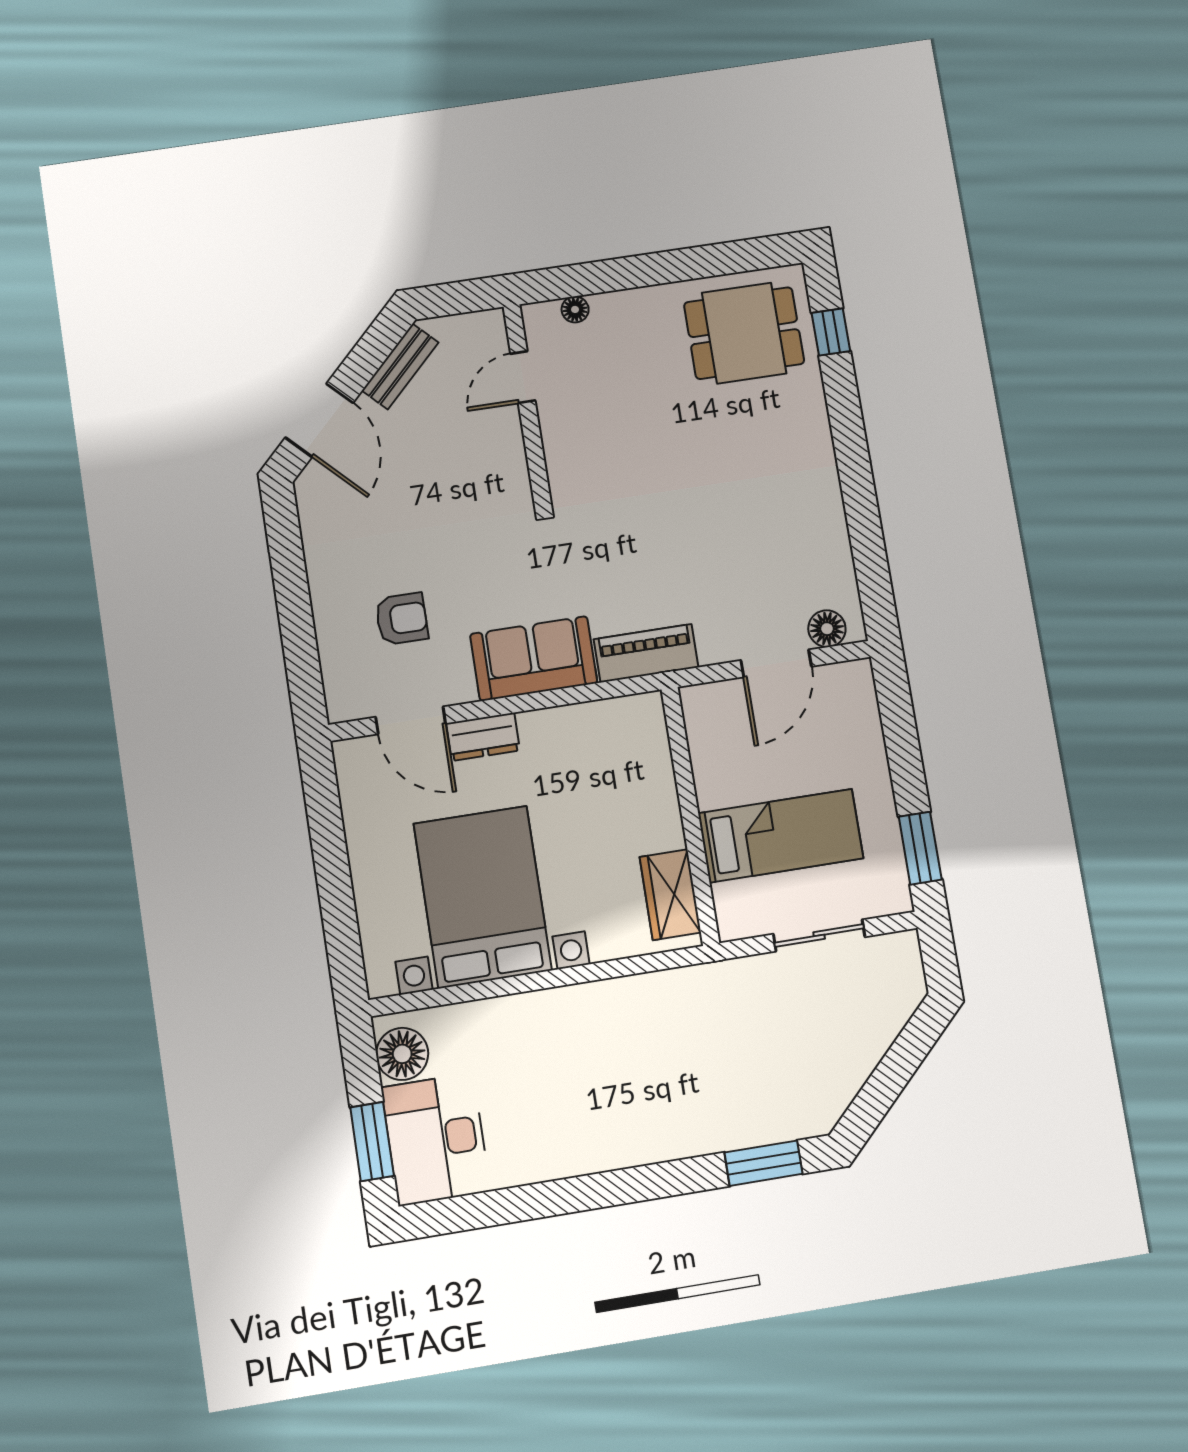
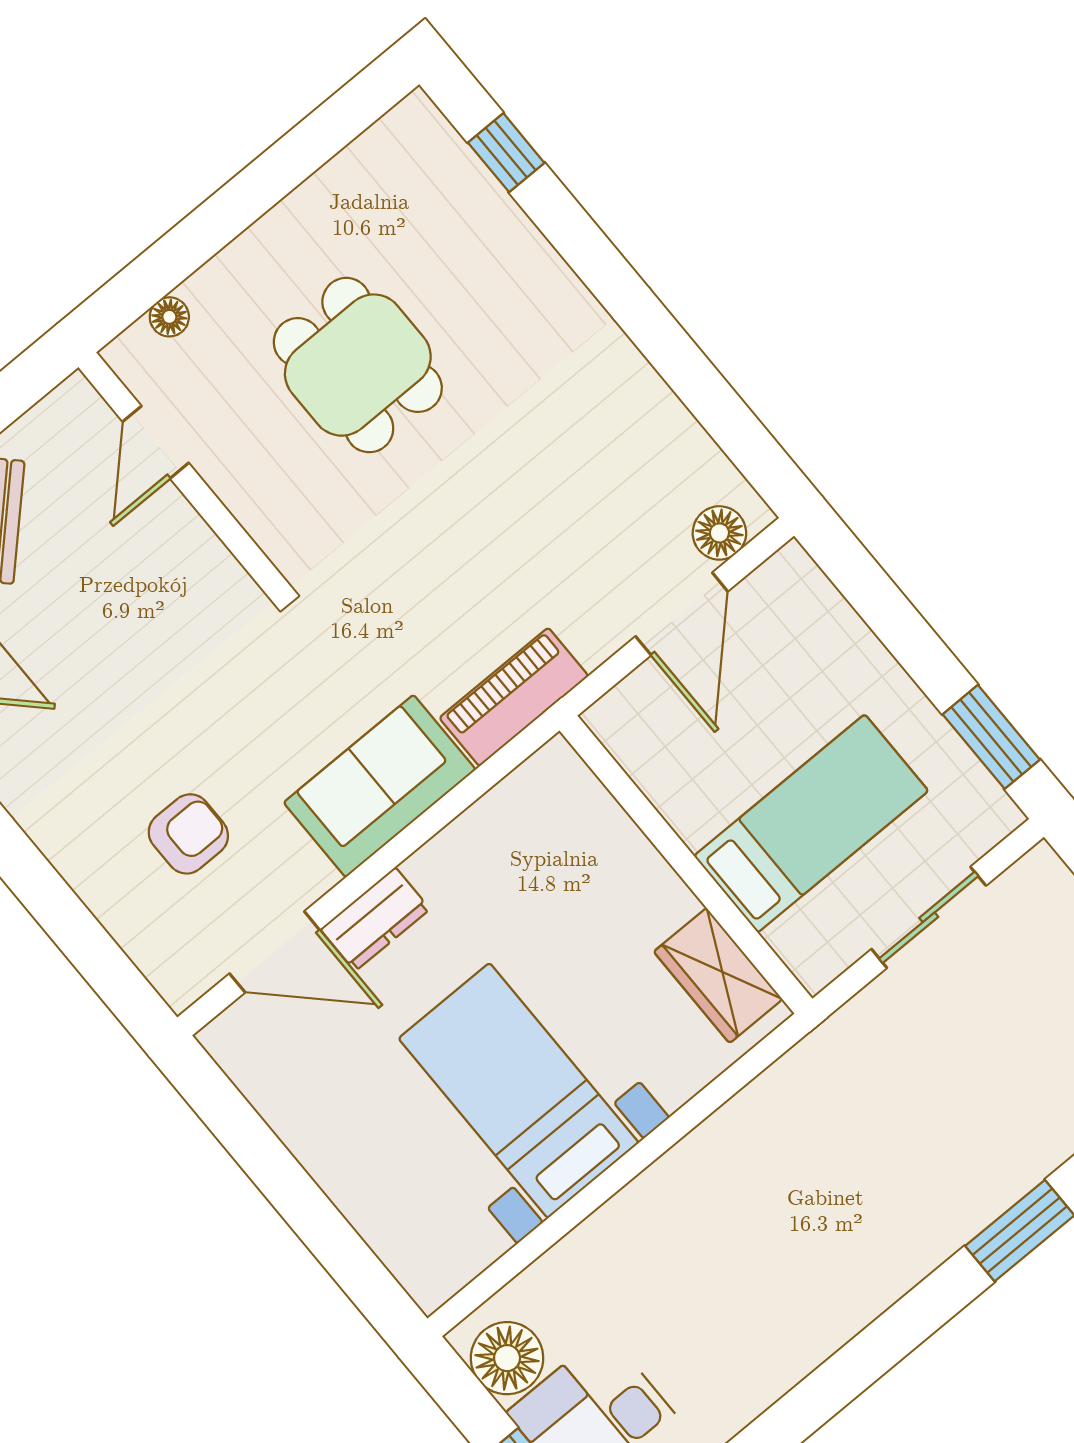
dining table: (744, 333) -> (358, 365), moved, turned 90
bed with nightstands: (483, 897) -> (519, 1091), width x0.73

